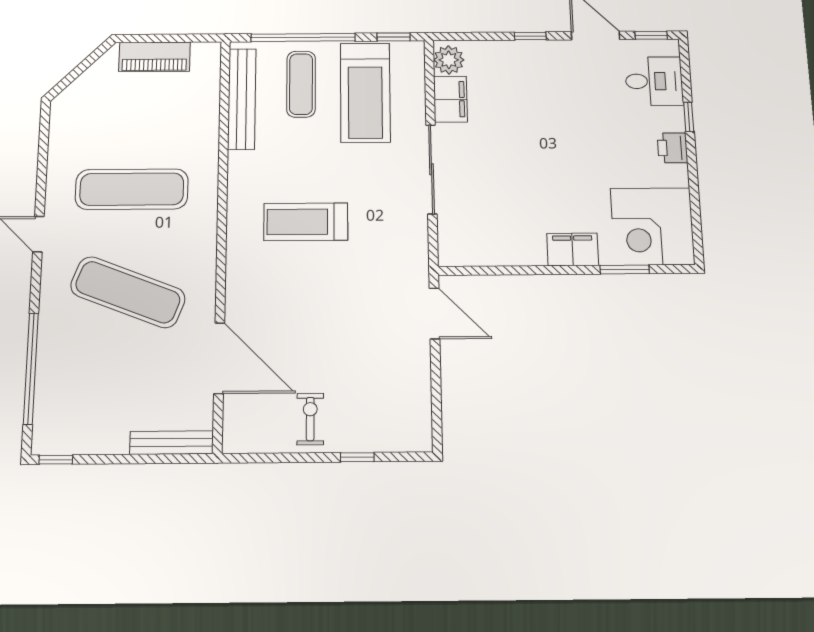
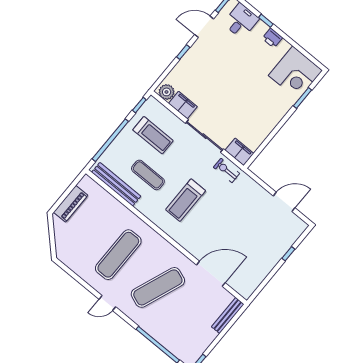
exercise mat: (301, 84) -> (148, 175), moved
treadmill: (365, 93) -> (153, 135), width x0.73, depth x0.73
filing cabinet: (573, 249) -> (239, 152), moved, turned 90
door: (435, 314) -> (284, 202), moved
exercise bike: (310, 419) -> (226, 170), moved

